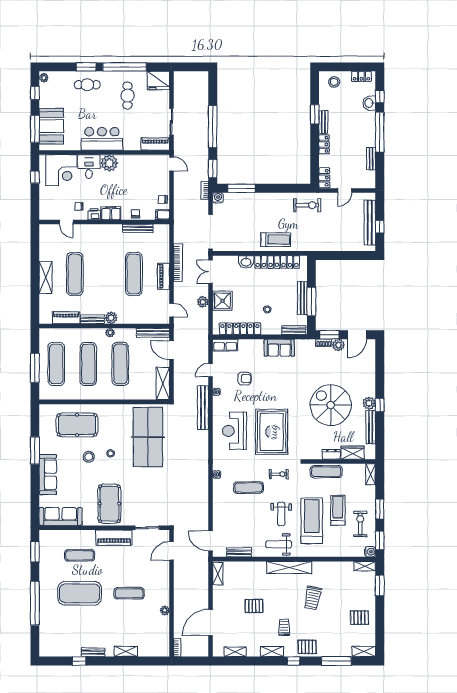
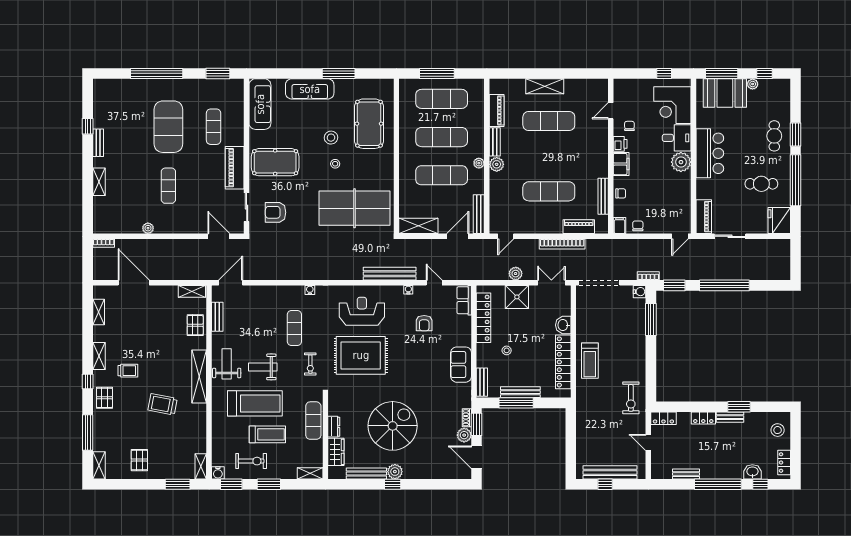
plant: (44, 78) -> (753, 84), moved
piano: (163, 276) -> (579, 227), moved
armchair: (151, 503) -> (276, 212), added
pallet: (254, 606) -> (195, 325), moved

